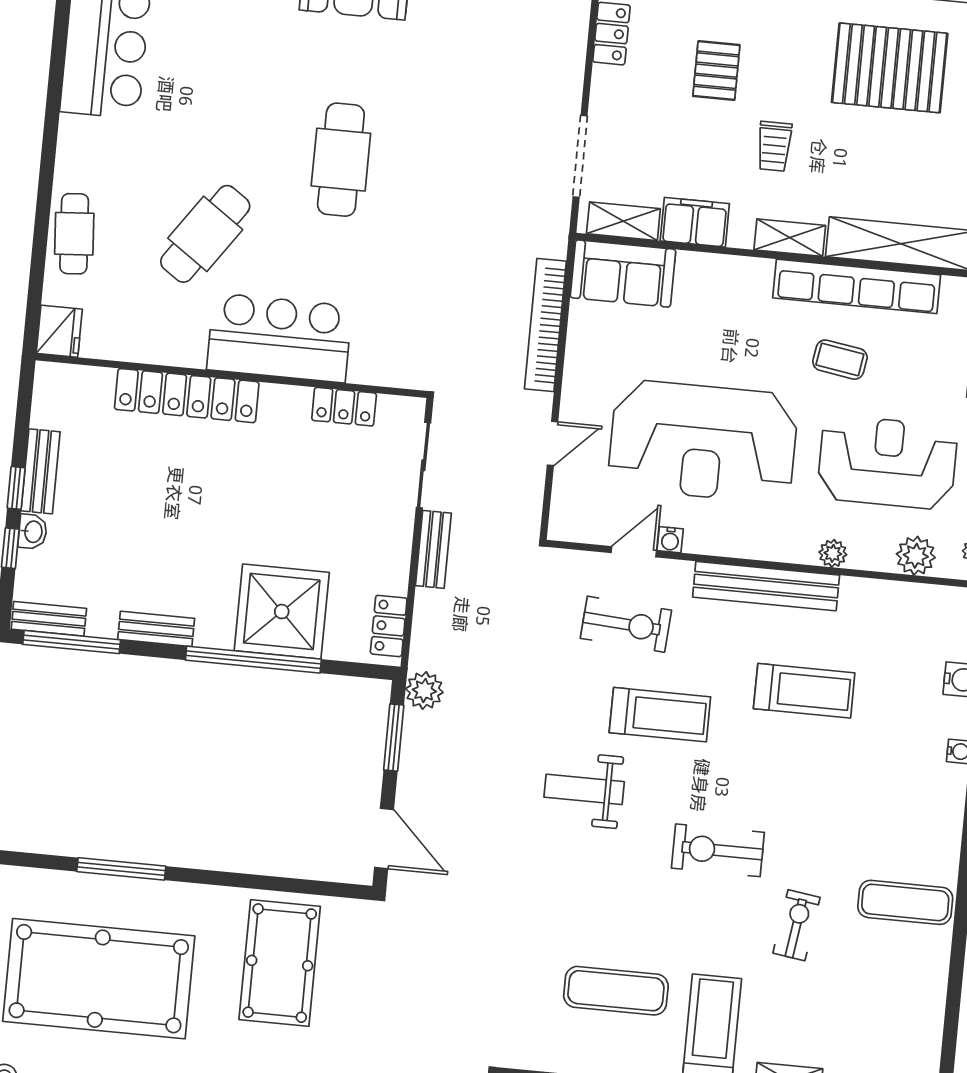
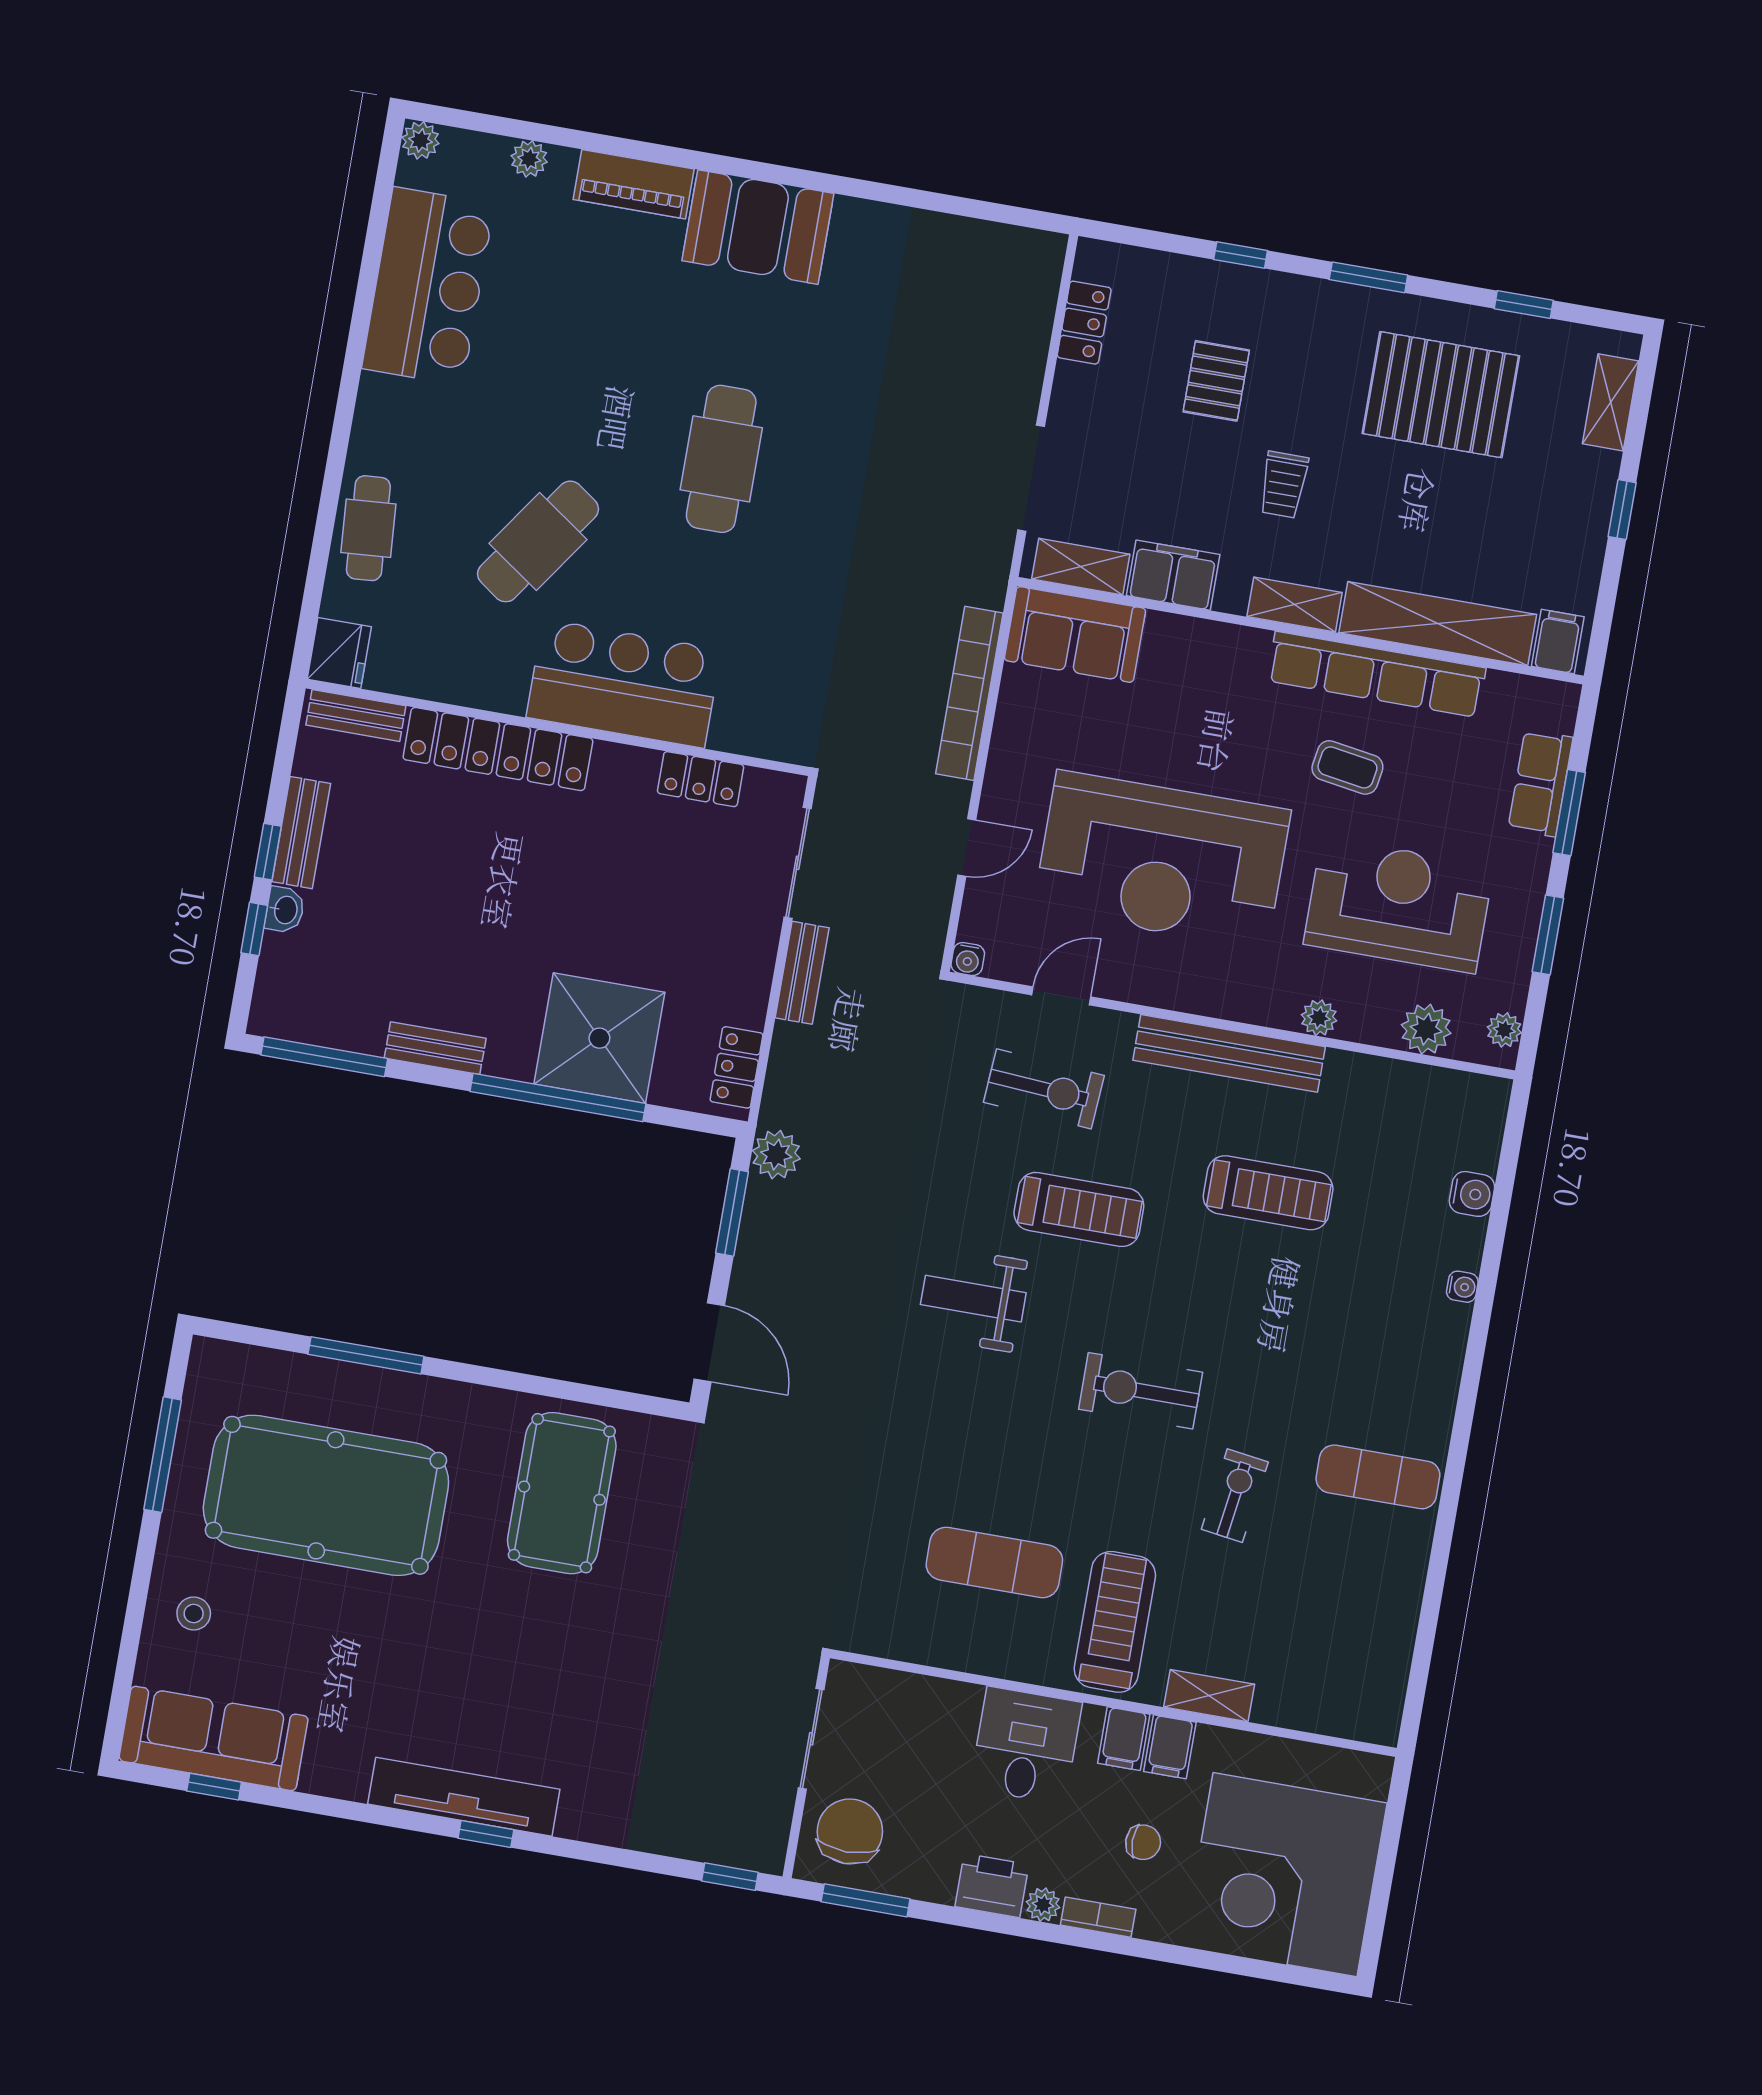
water cooler: (670, 540) -> (968, 959), moved
bench: (49, 619) -> (356, 715), moved

